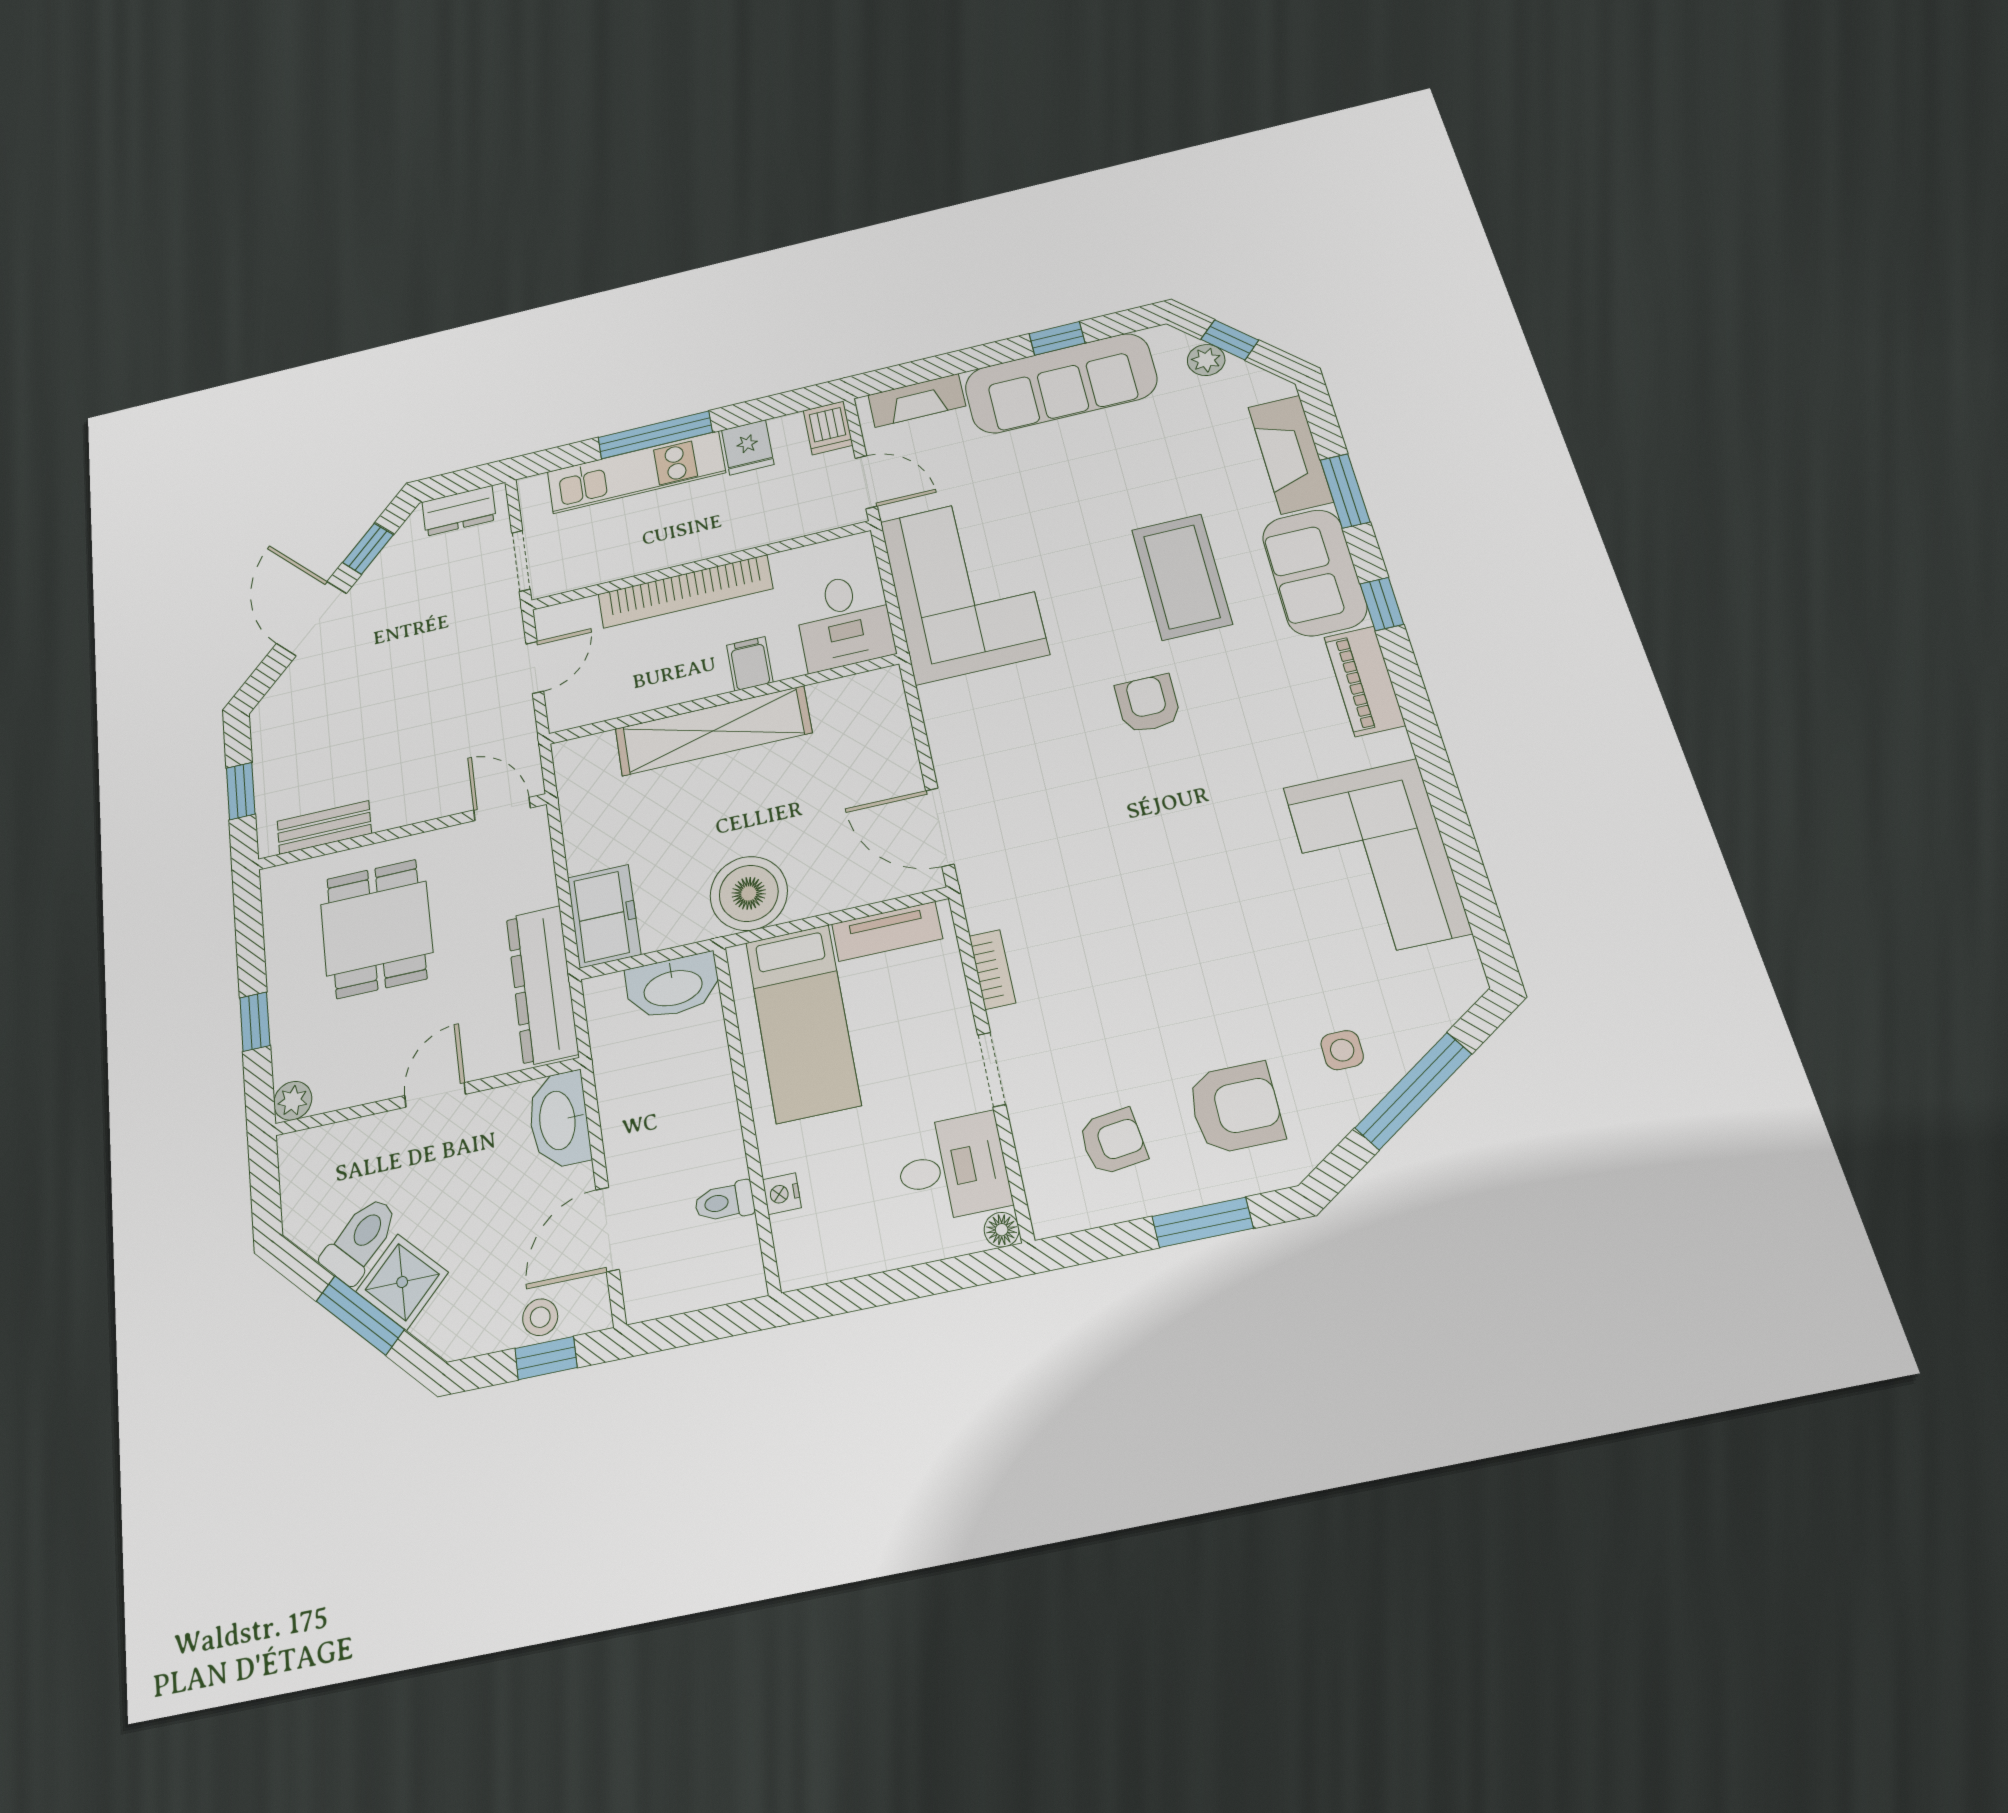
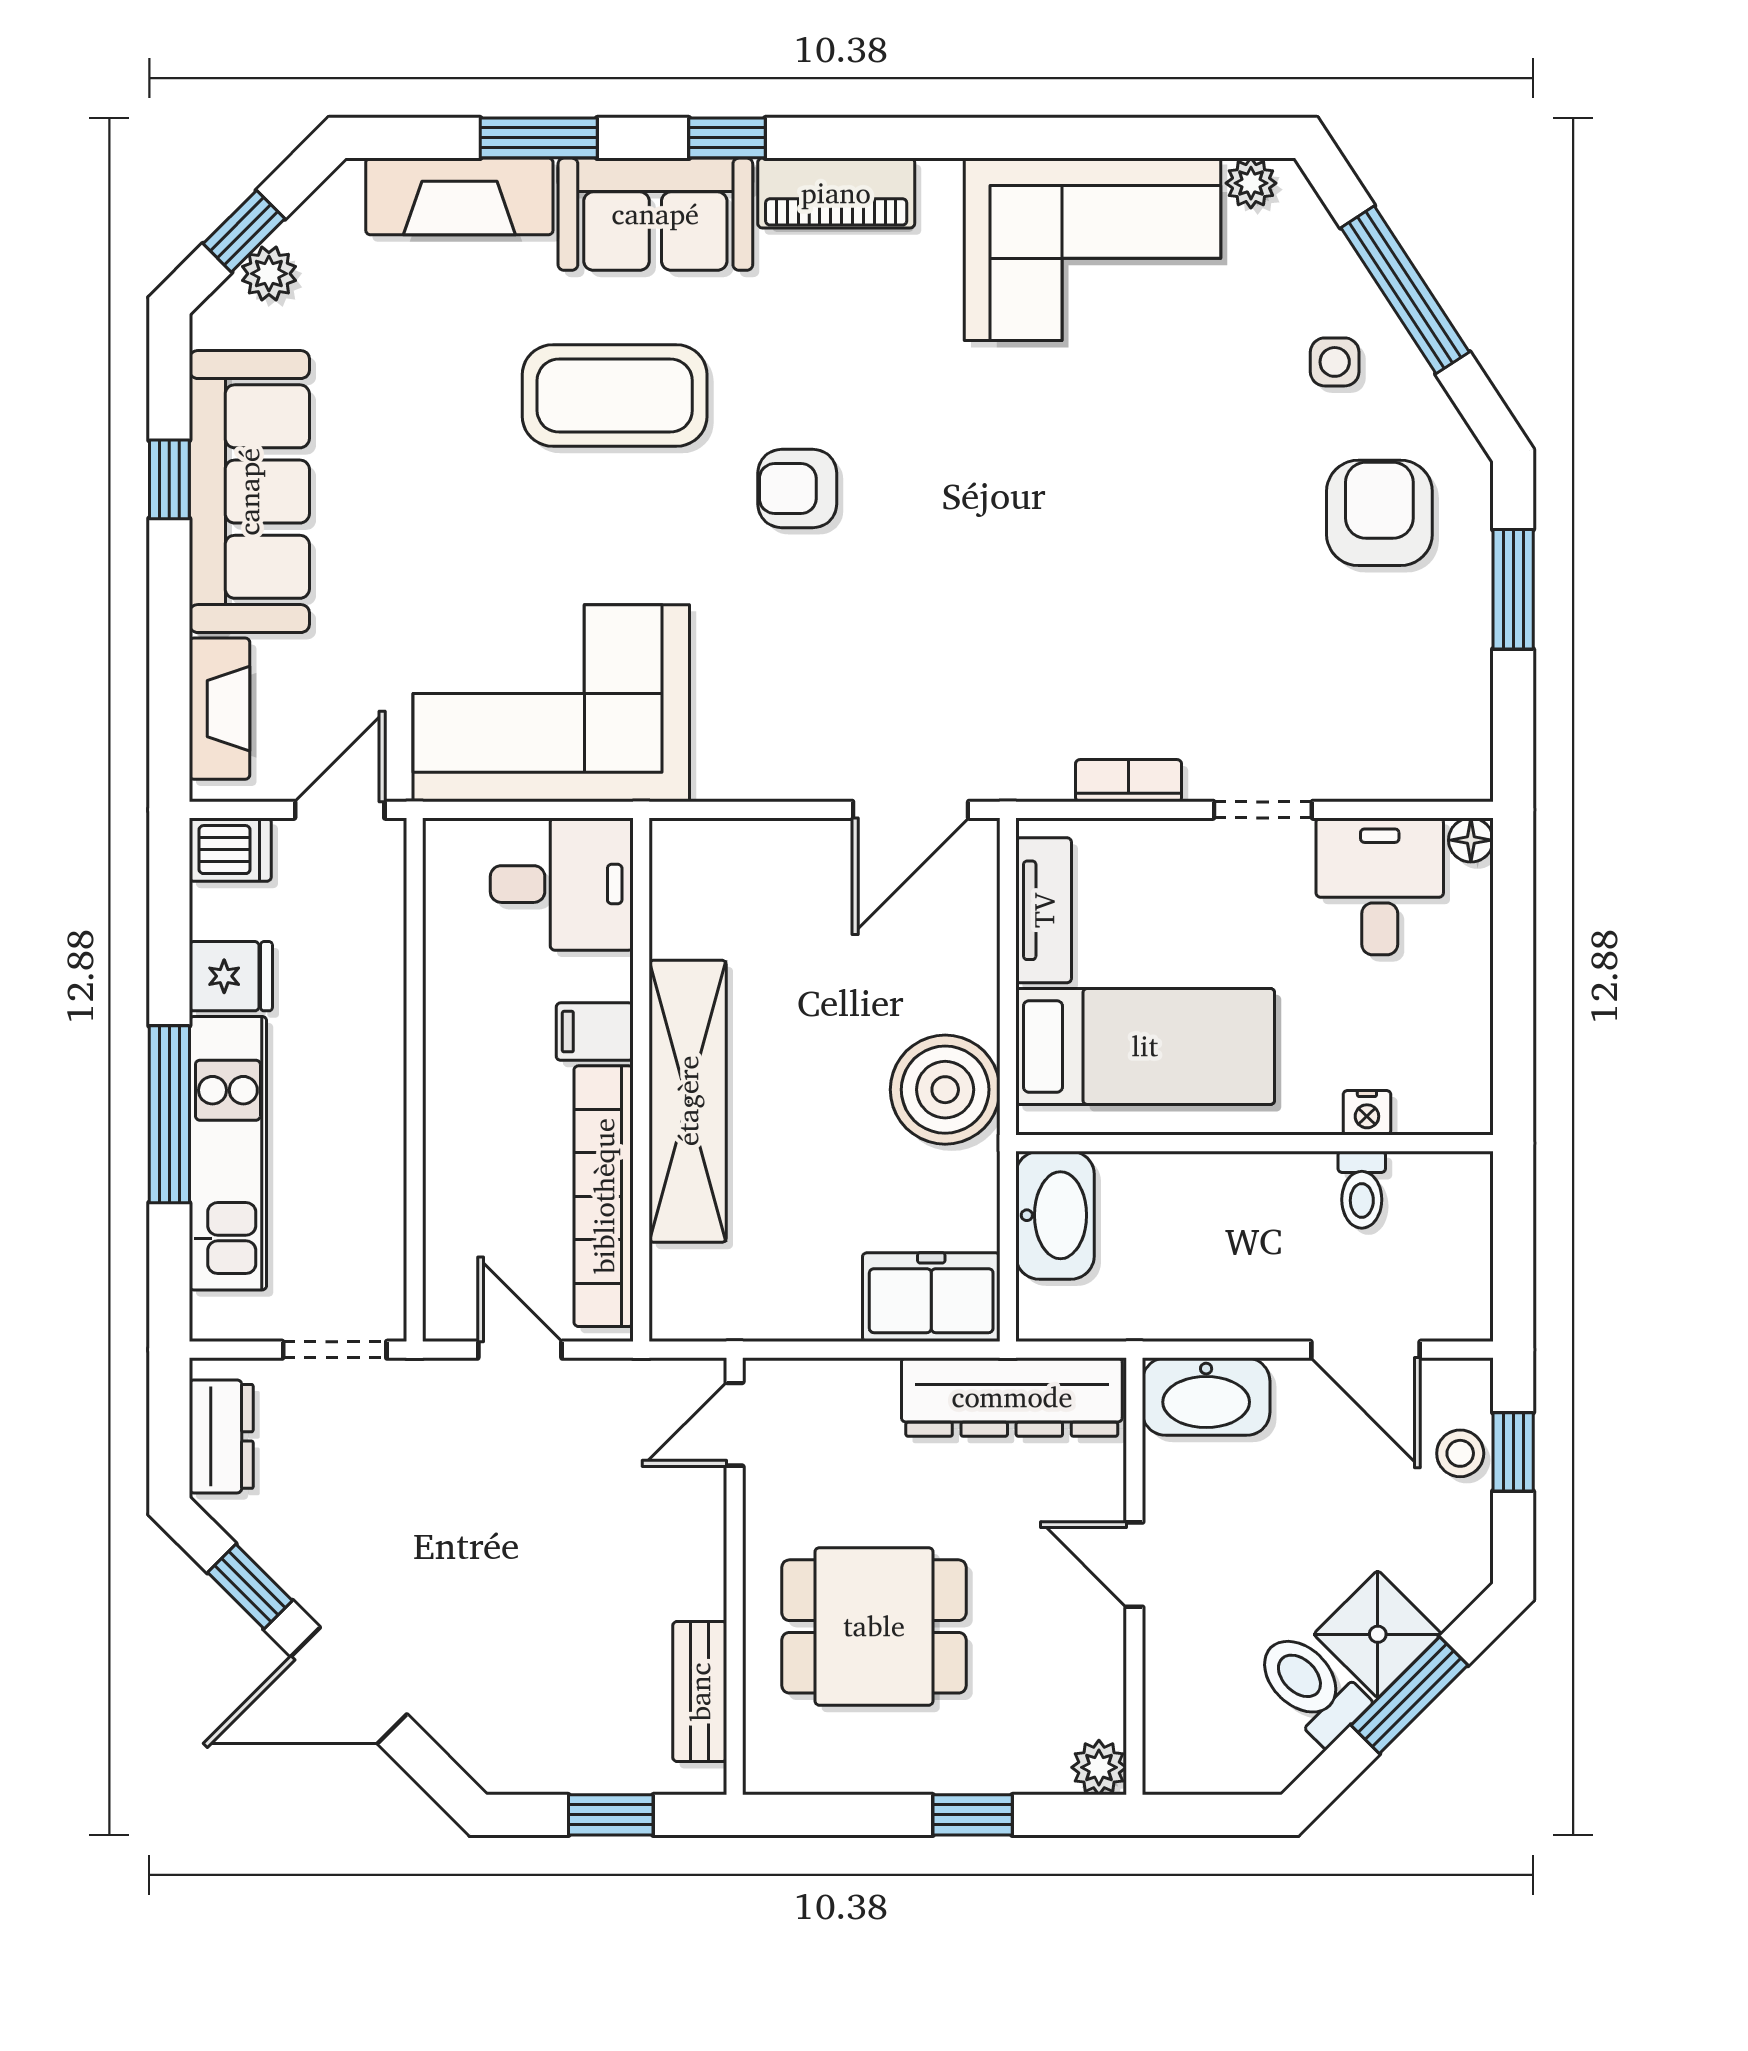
bookcase: (685, 591) -> (604, 1196), moved, turned 180
plant: (1461, 960) -> (1251, 183), added
armchair: (1113, 1142) -> (1389, 676), removed

